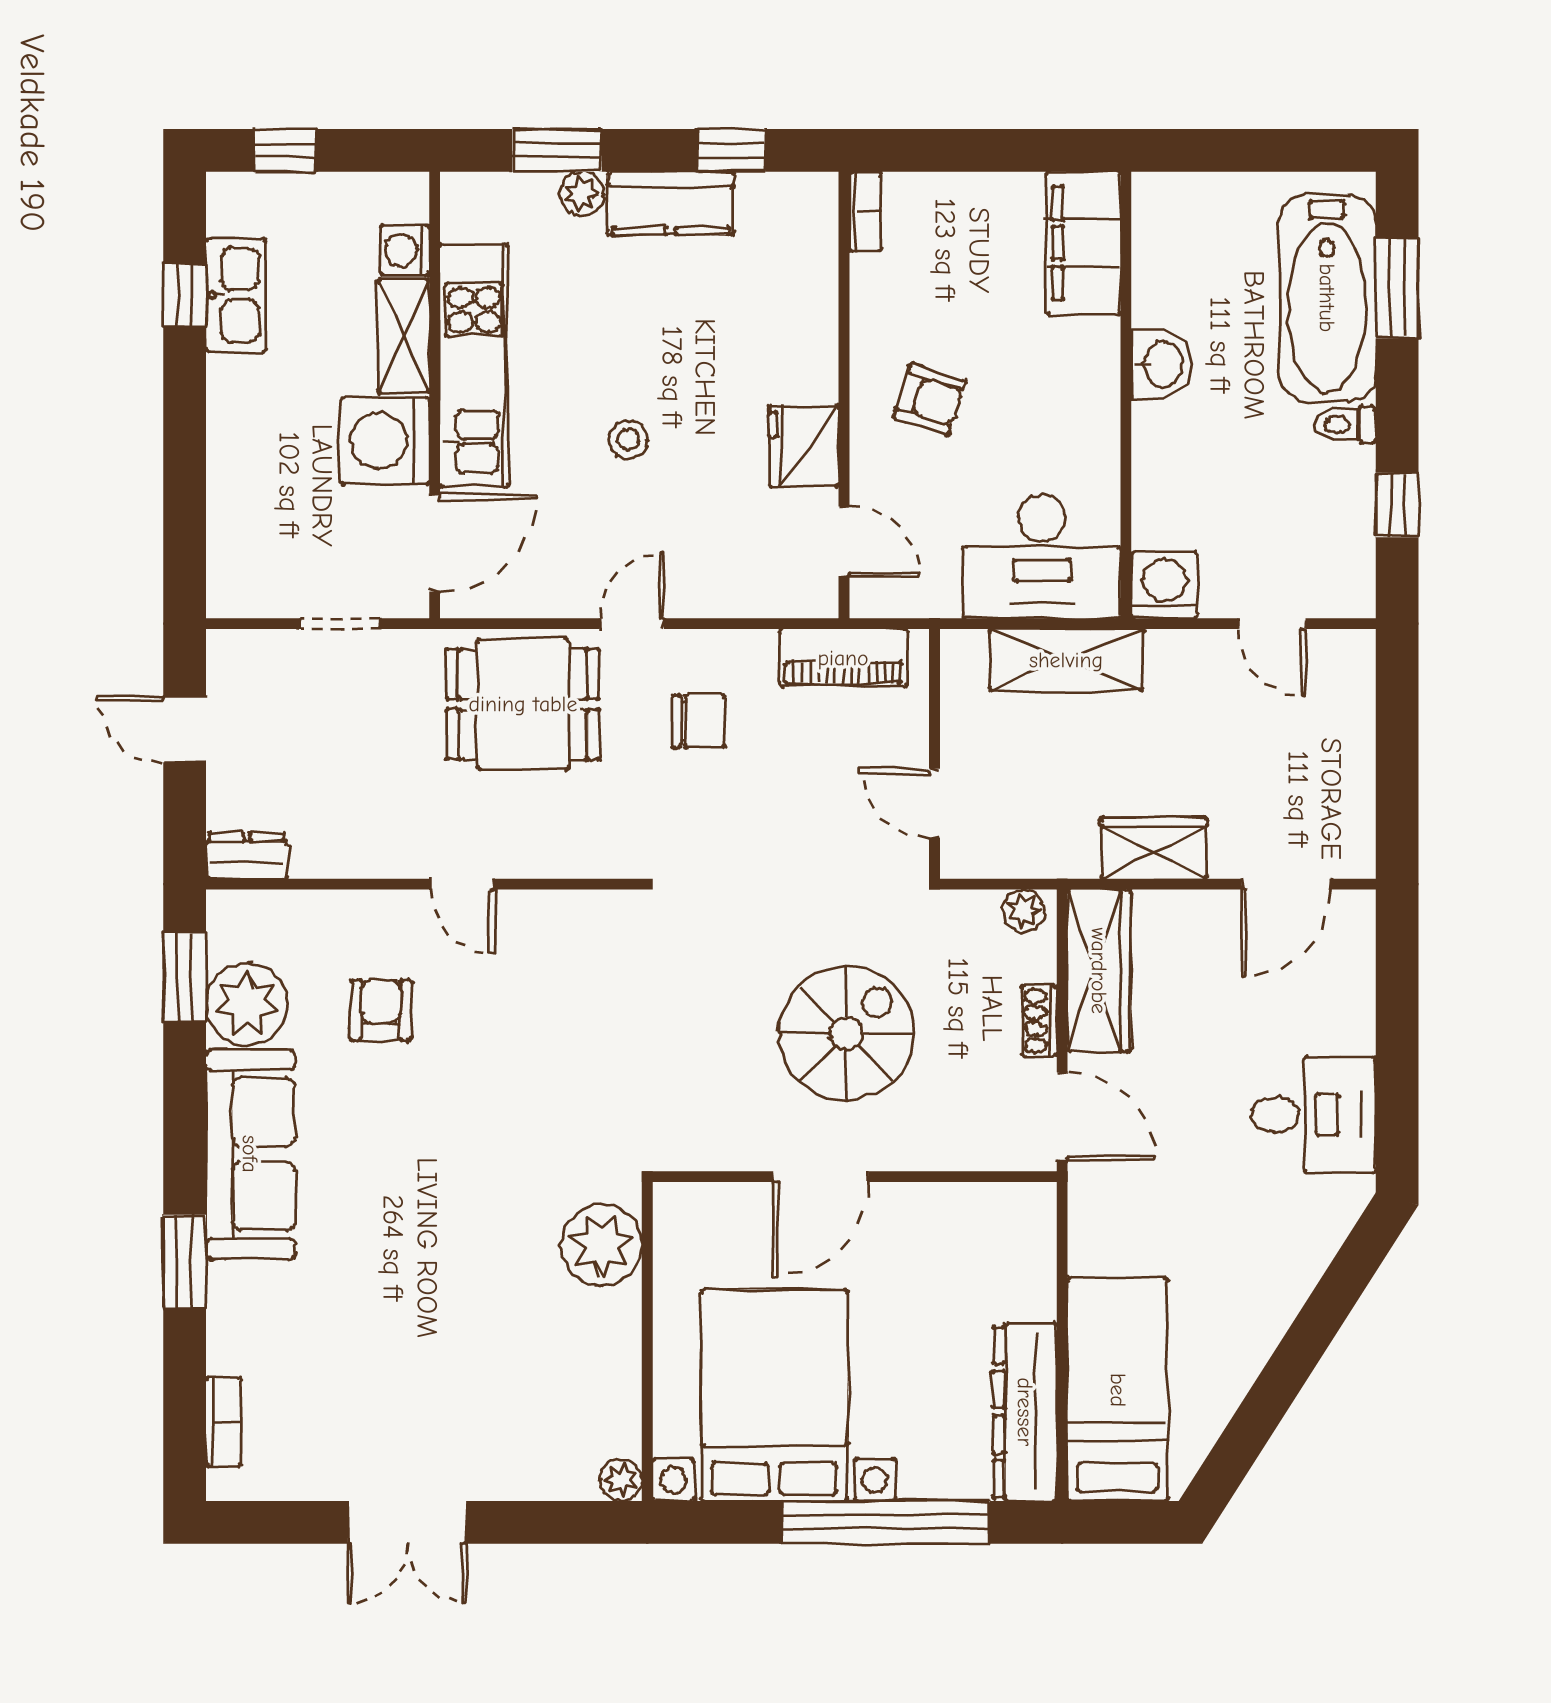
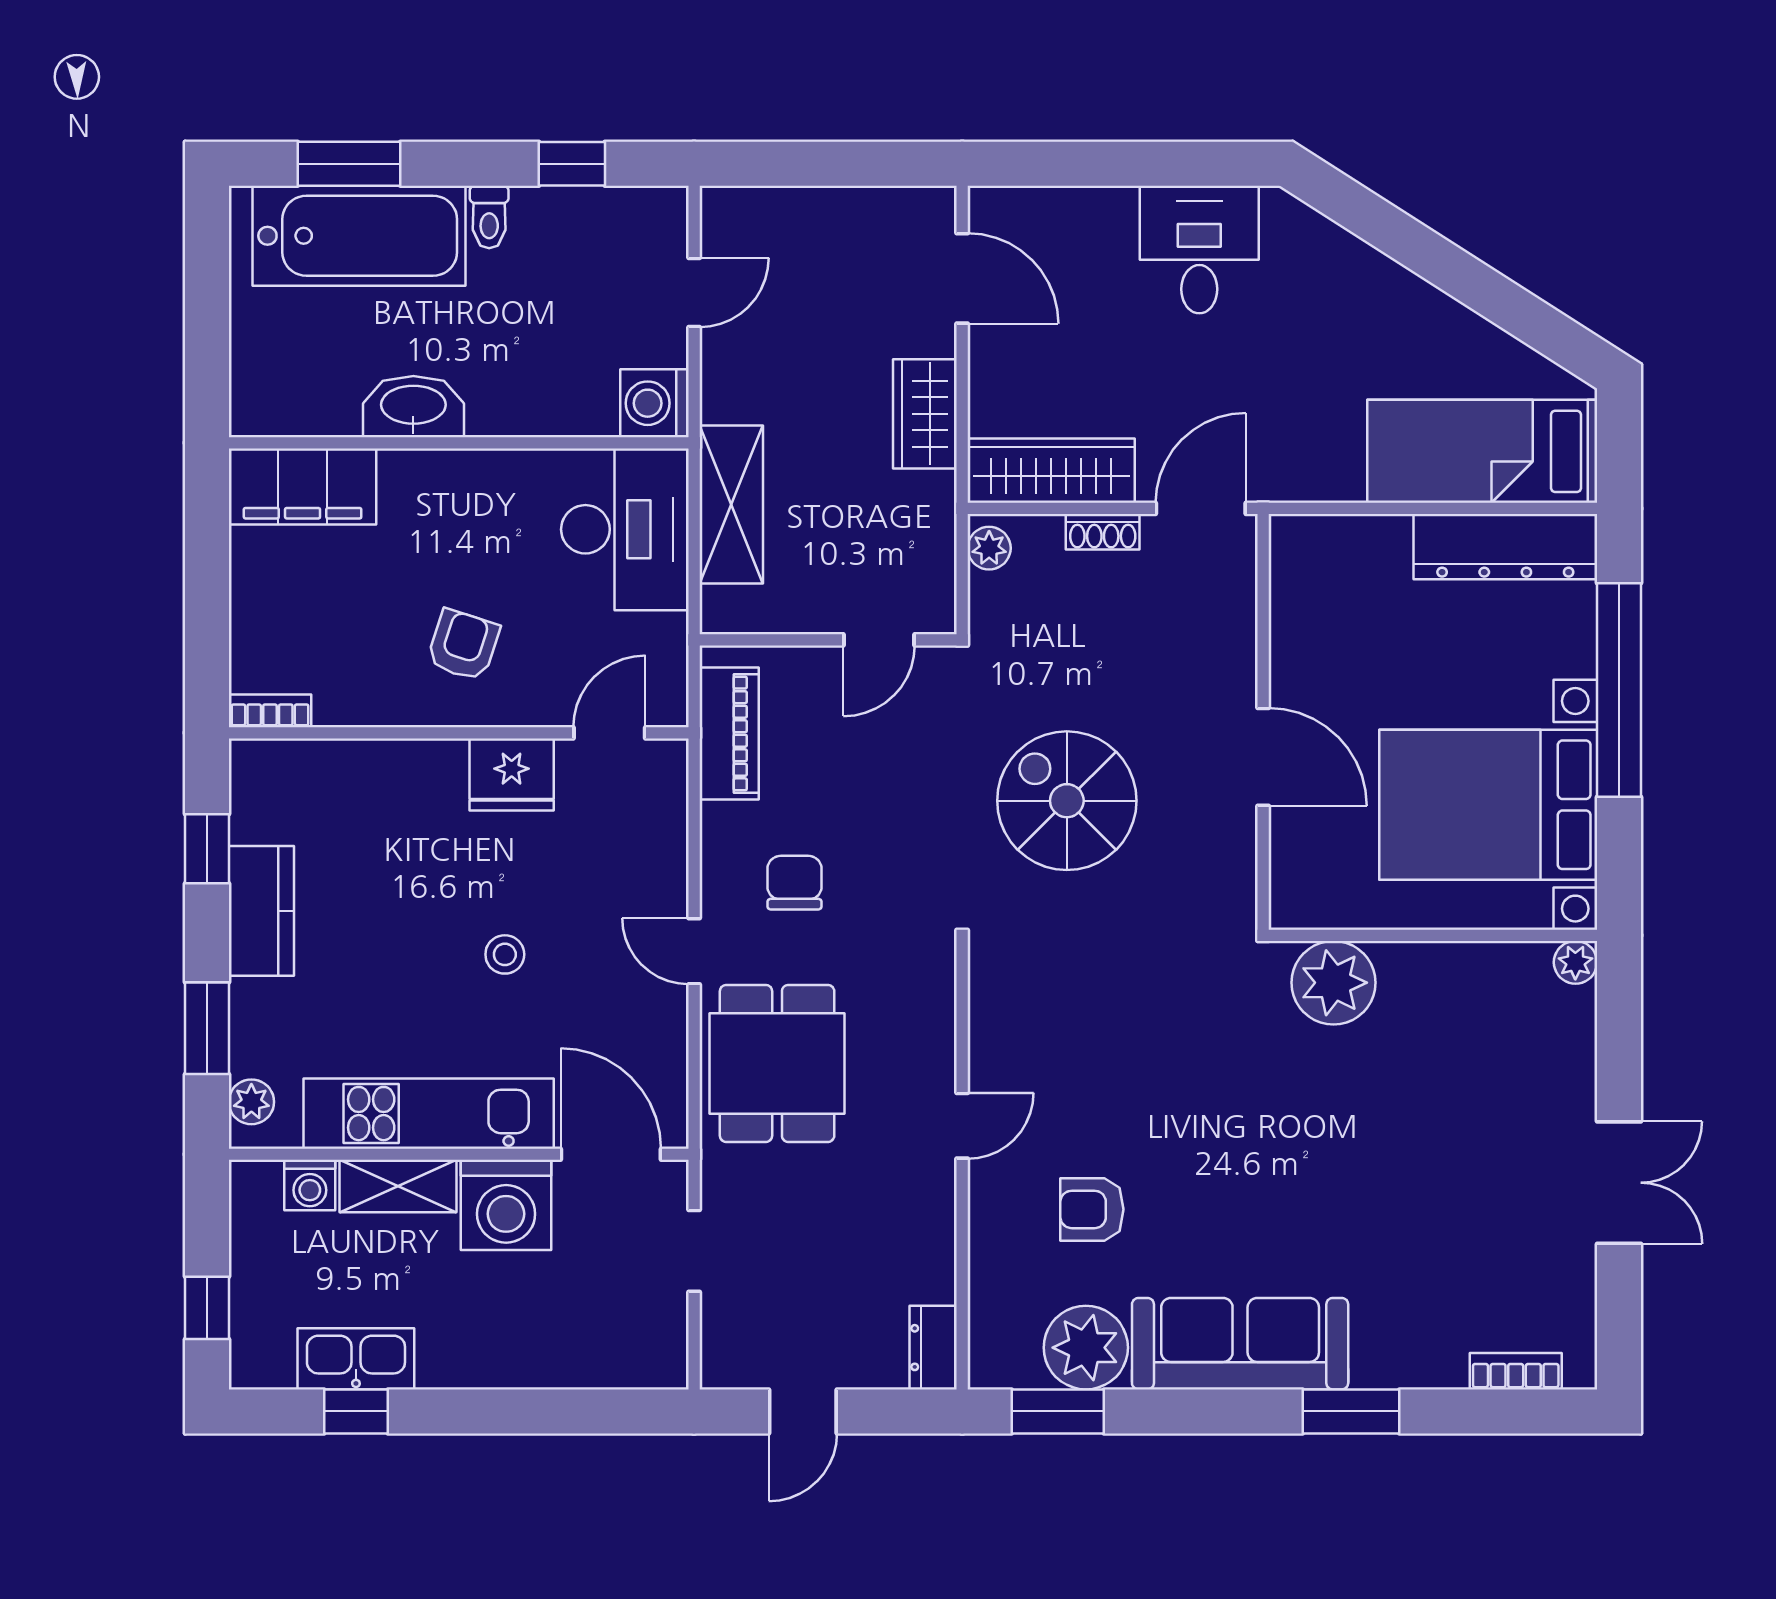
plant: (582, 193) -> (251, 1102), moved
washbasin: (1161, 364) -> (413, 407), width x1.38
spiral stairs: (846, 1033) -> (1067, 801), moved

